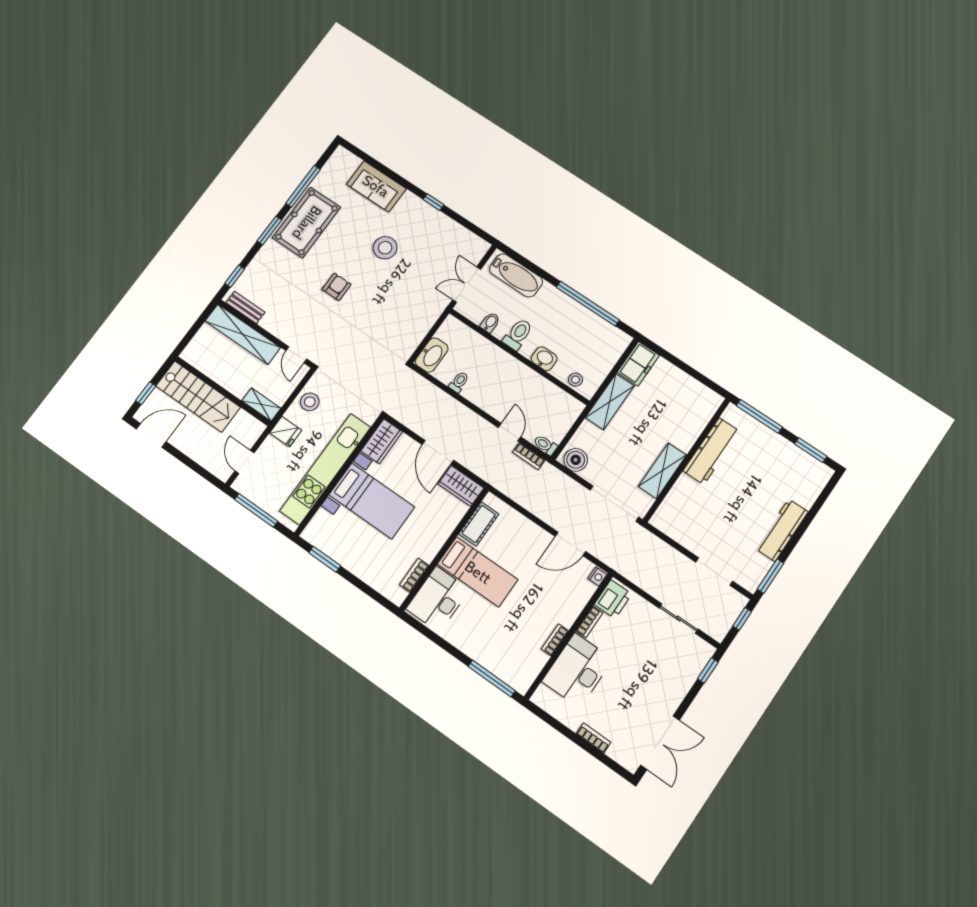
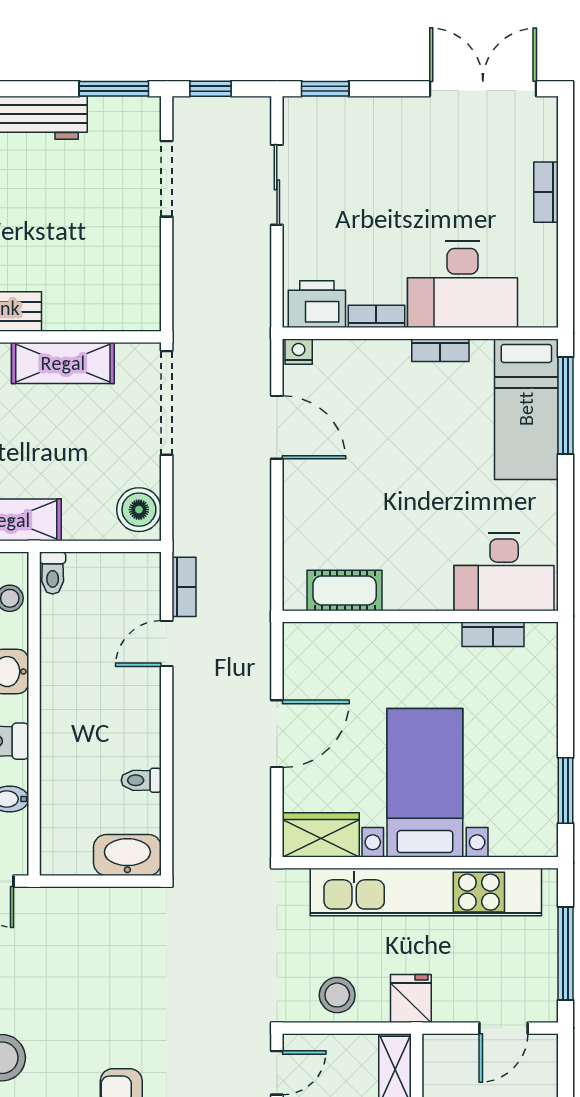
toilet: (545, 445) -> (53, 573), moved
wardrobe: (461, 486) -> (304, 660), removed
bed: (478, 572) -> (526, 409), moved, turned 180

